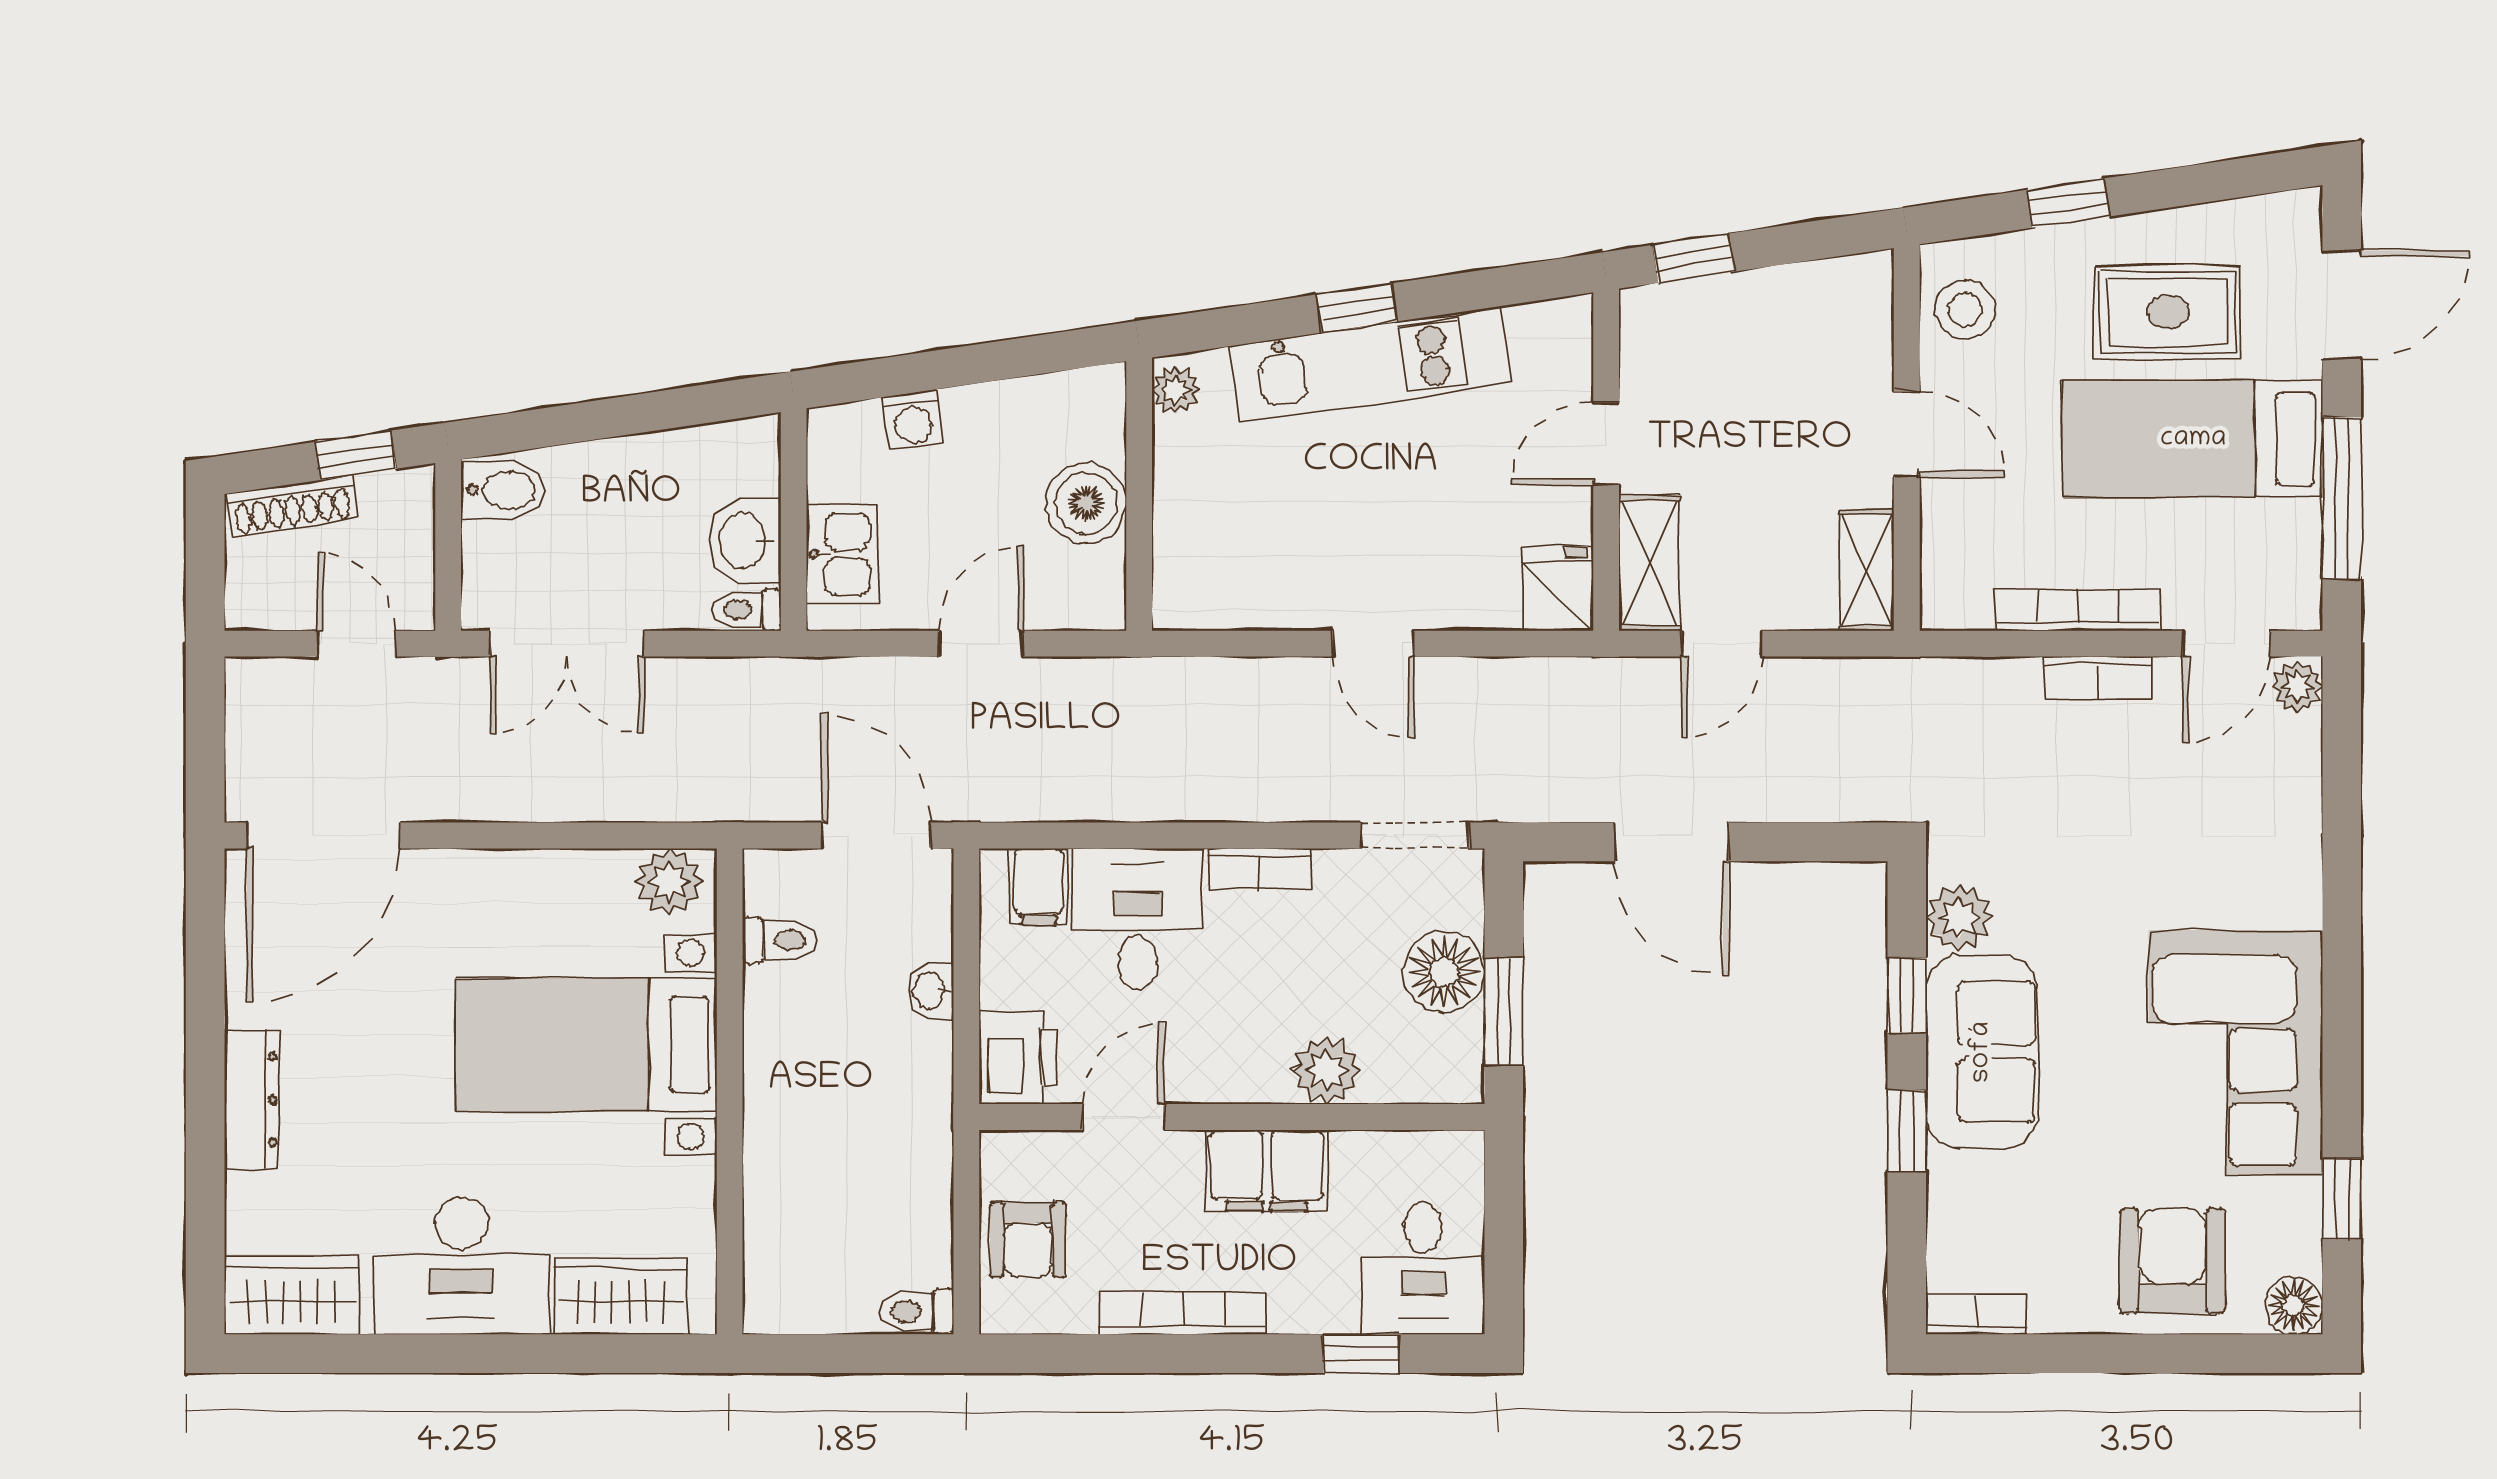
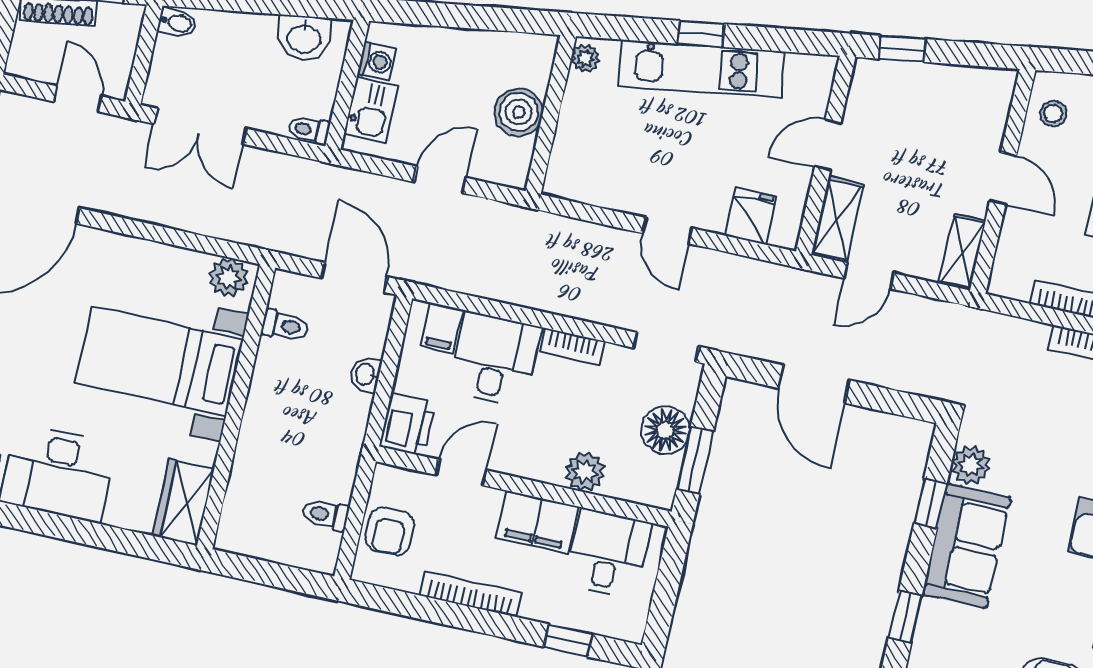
stool: (1965, 309) -> (1053, 114), width x0.73, depth x0.73
washing machine: (913, 420) -> (377, 61), moved, turned -82
bidet: (503, 490) -> (177, 23), width x0.72, depth x0.74
washbasin: (744, 541) -> (304, 38), moved, turned -98
fridge: (1558, 589) -> (751, 216), moved
window: (1907, 1131) -> (905, 617), moved
desk: (1423, 1268) -> (608, 553), moved, turned 180
wardrobe: (621, 1296) -> (184, 502), moved, turned -90
toilet: (916, 1312) -> (325, 515), moved

